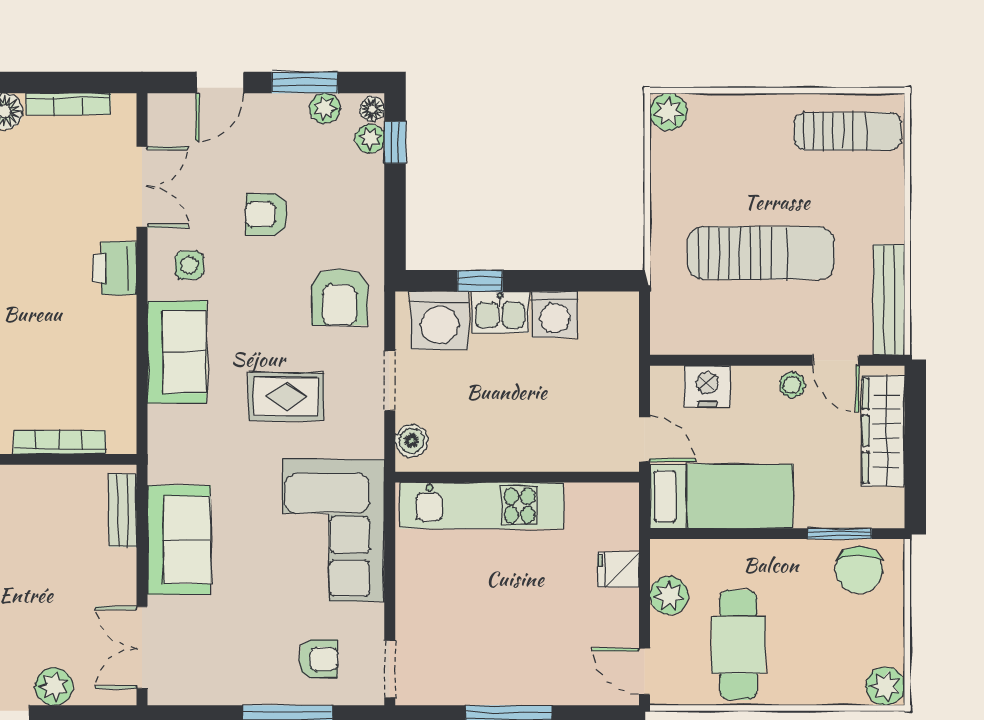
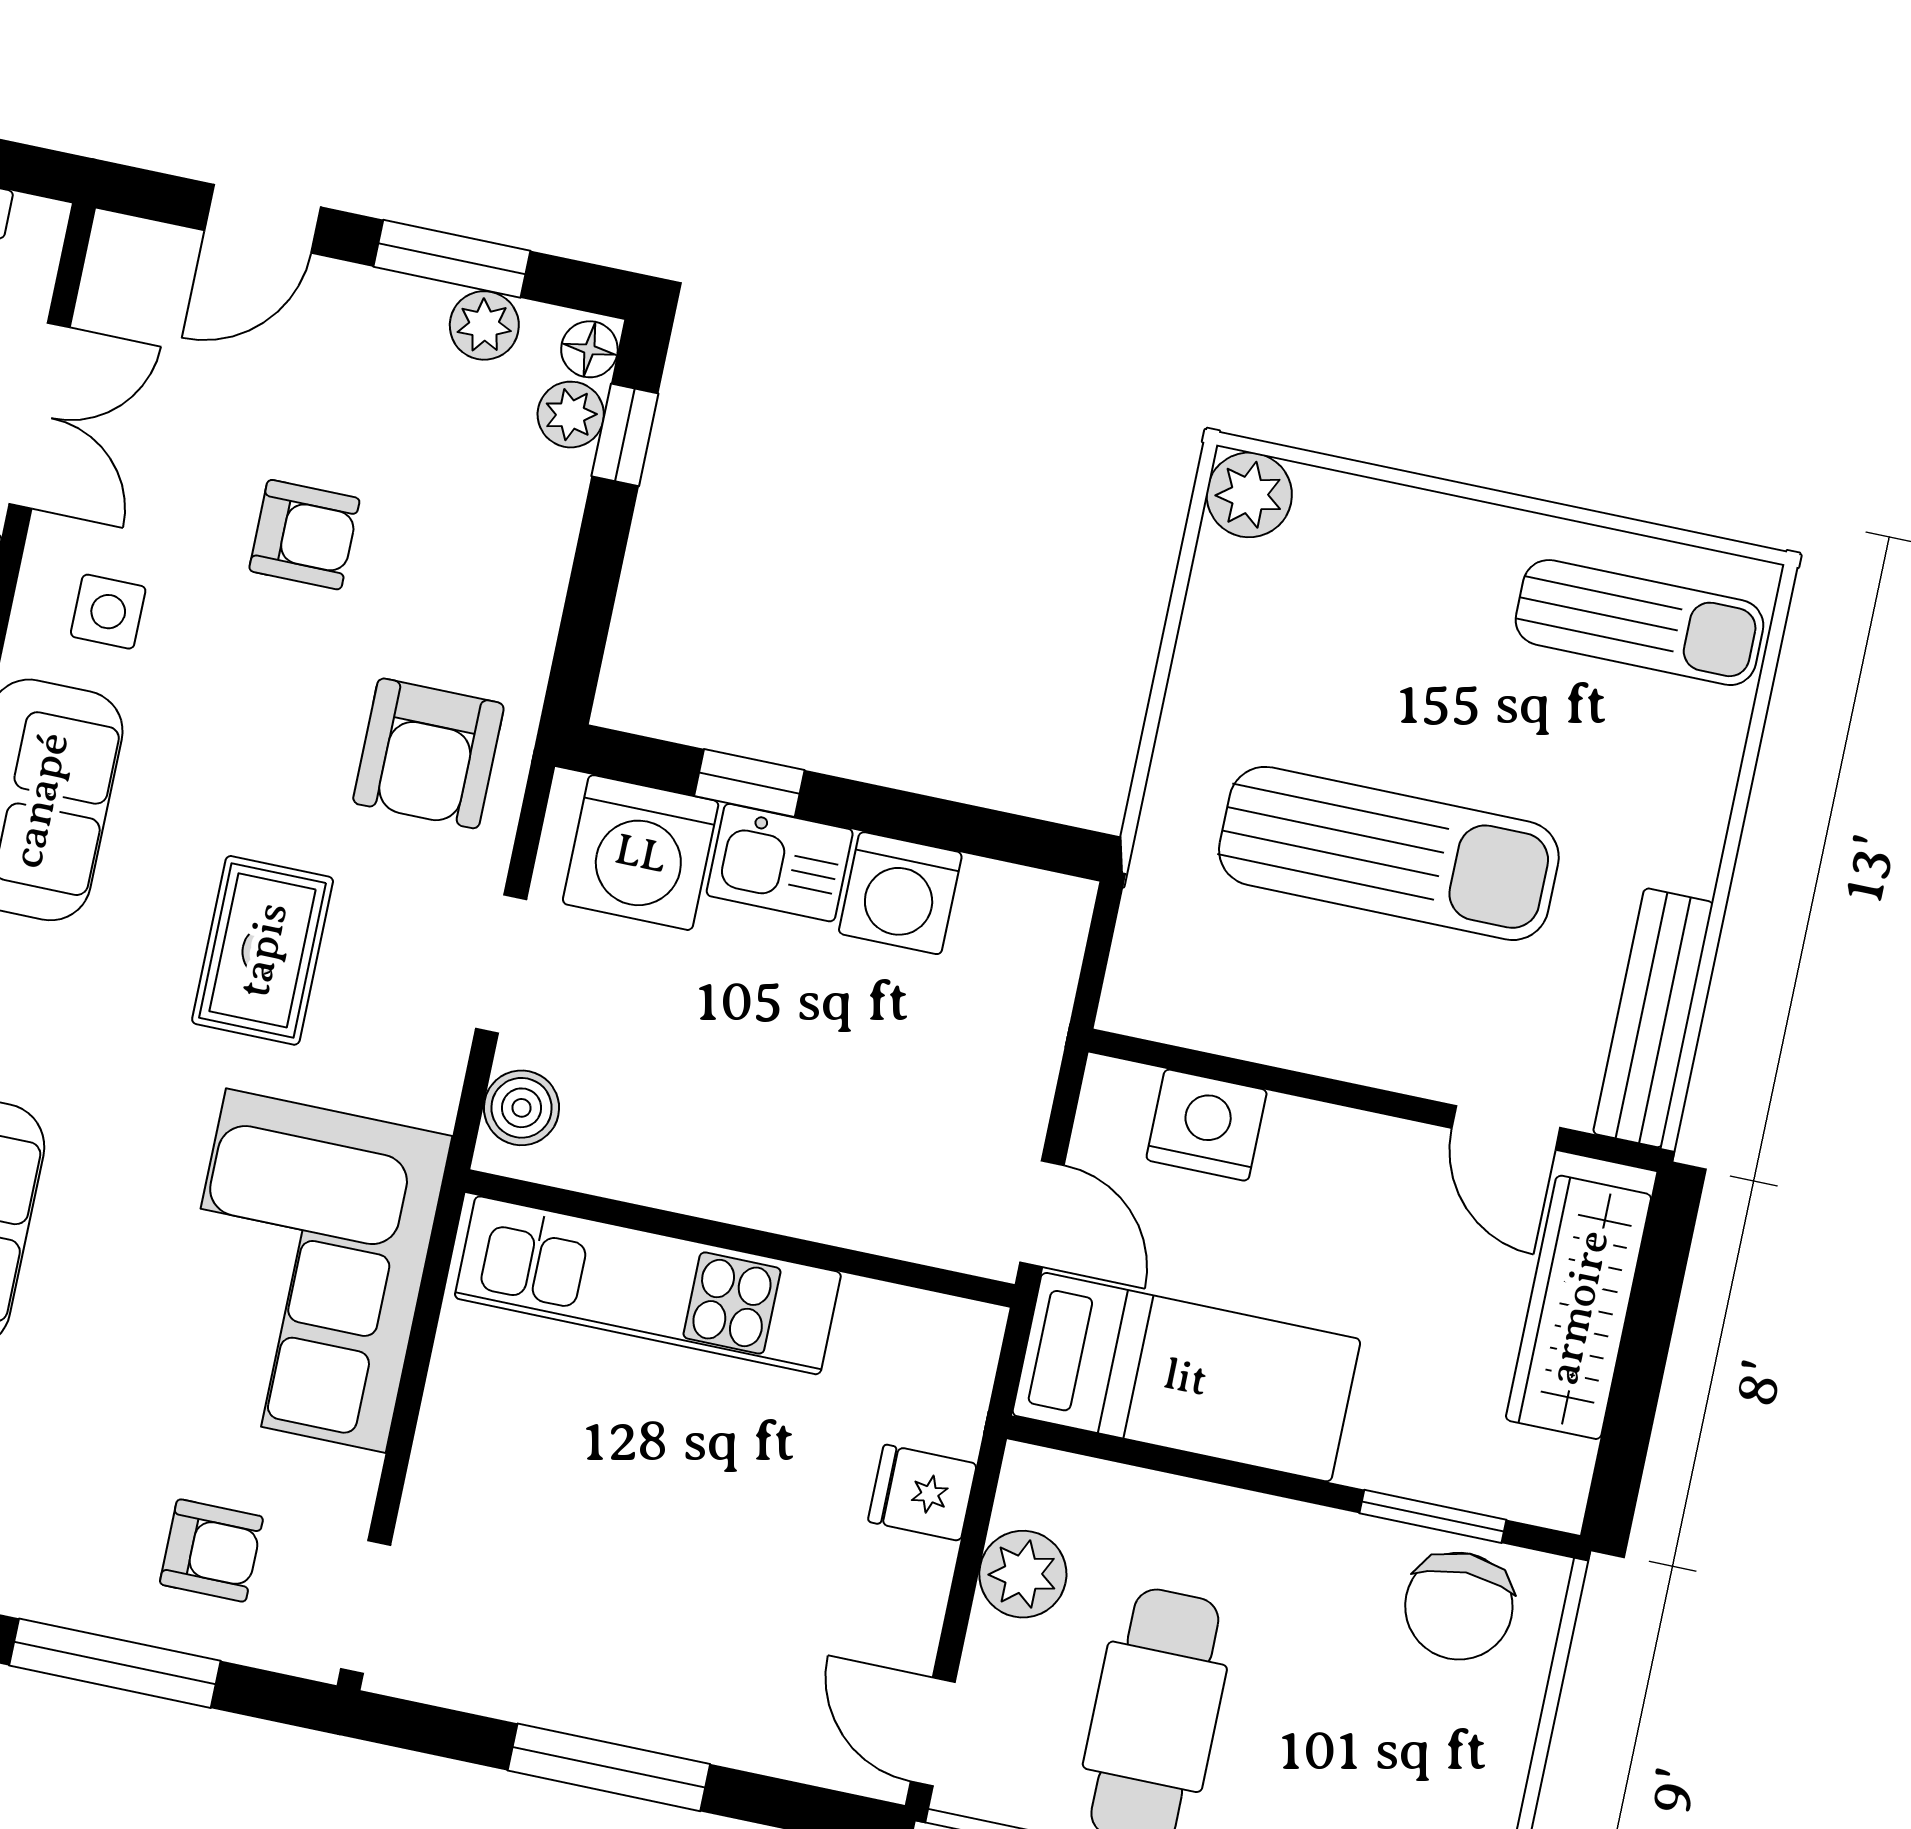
armchair: (266, 214) -> (304, 535), turned 180
stool: (792, 385) -> (1397, 1162), removed
rug: (286, 397) -> (263, 950), turned 90

